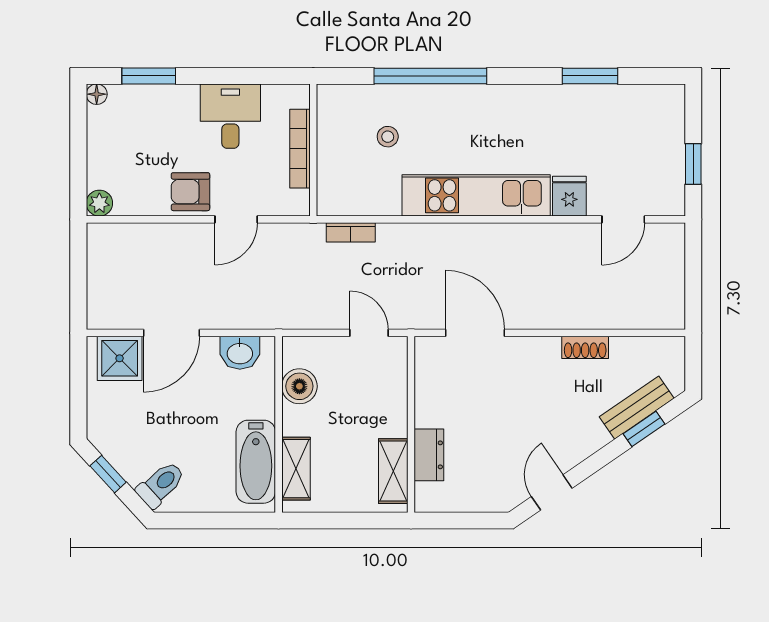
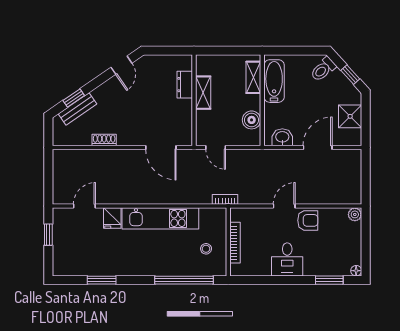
bookcase: (300, 149) -> (235, 243), moved
wall: (313, 150) -> (228, 242), moved
shower: (120, 358) -> (350, 116), moved
shelving: (393, 471) -> (203, 93), moved

